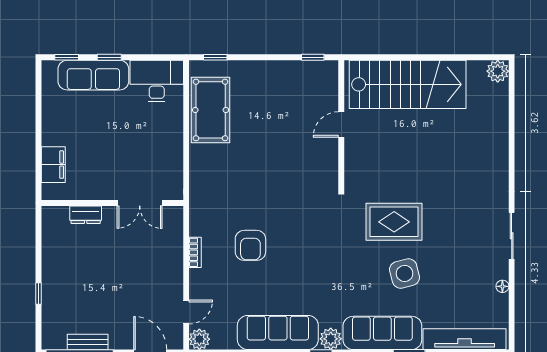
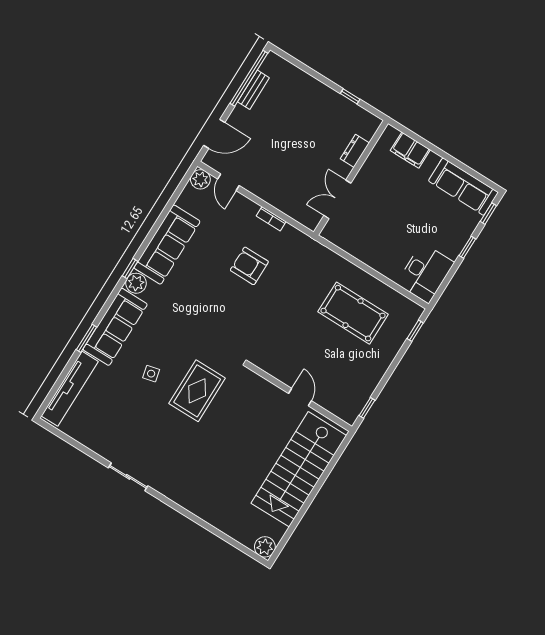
sofa: (93, 75) -> (463, 187), moved, turned -90
pool table: (211, 110) -> (353, 313), moved
side table: (405, 273) -> (151, 374), width x0.54, depth x0.54
floor lamp: (502, 286) -> (93, 445), removed
window: (39, 293) -> (350, 96), moved

